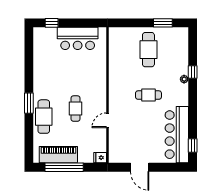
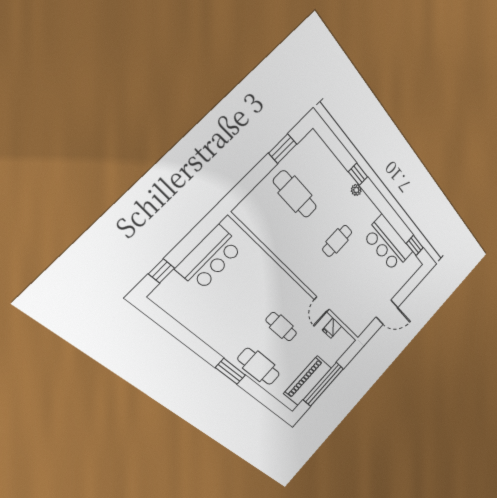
bar counter: (177, 135) -> (388, 244), width x0.73
fridge: (100, 158) -> (332, 328), moved

